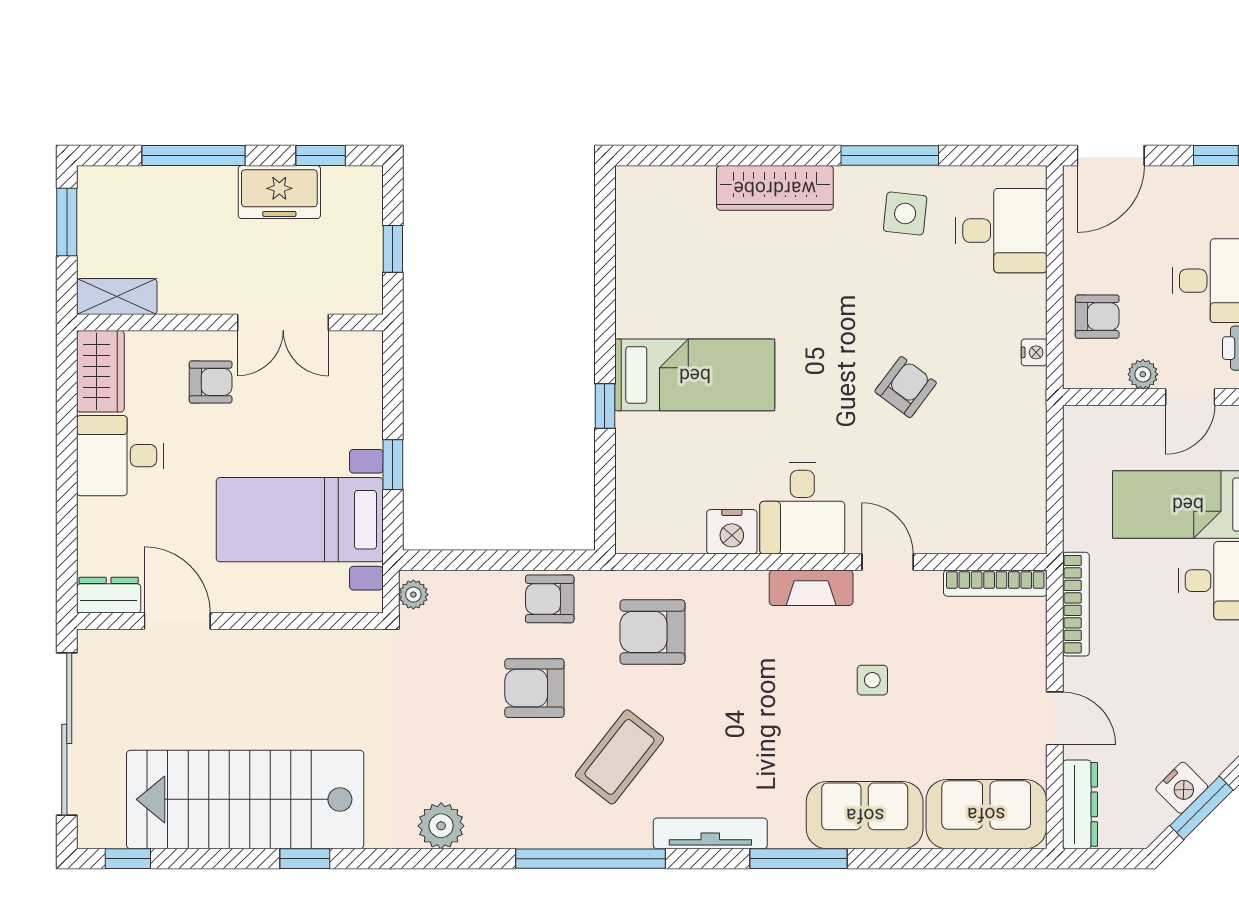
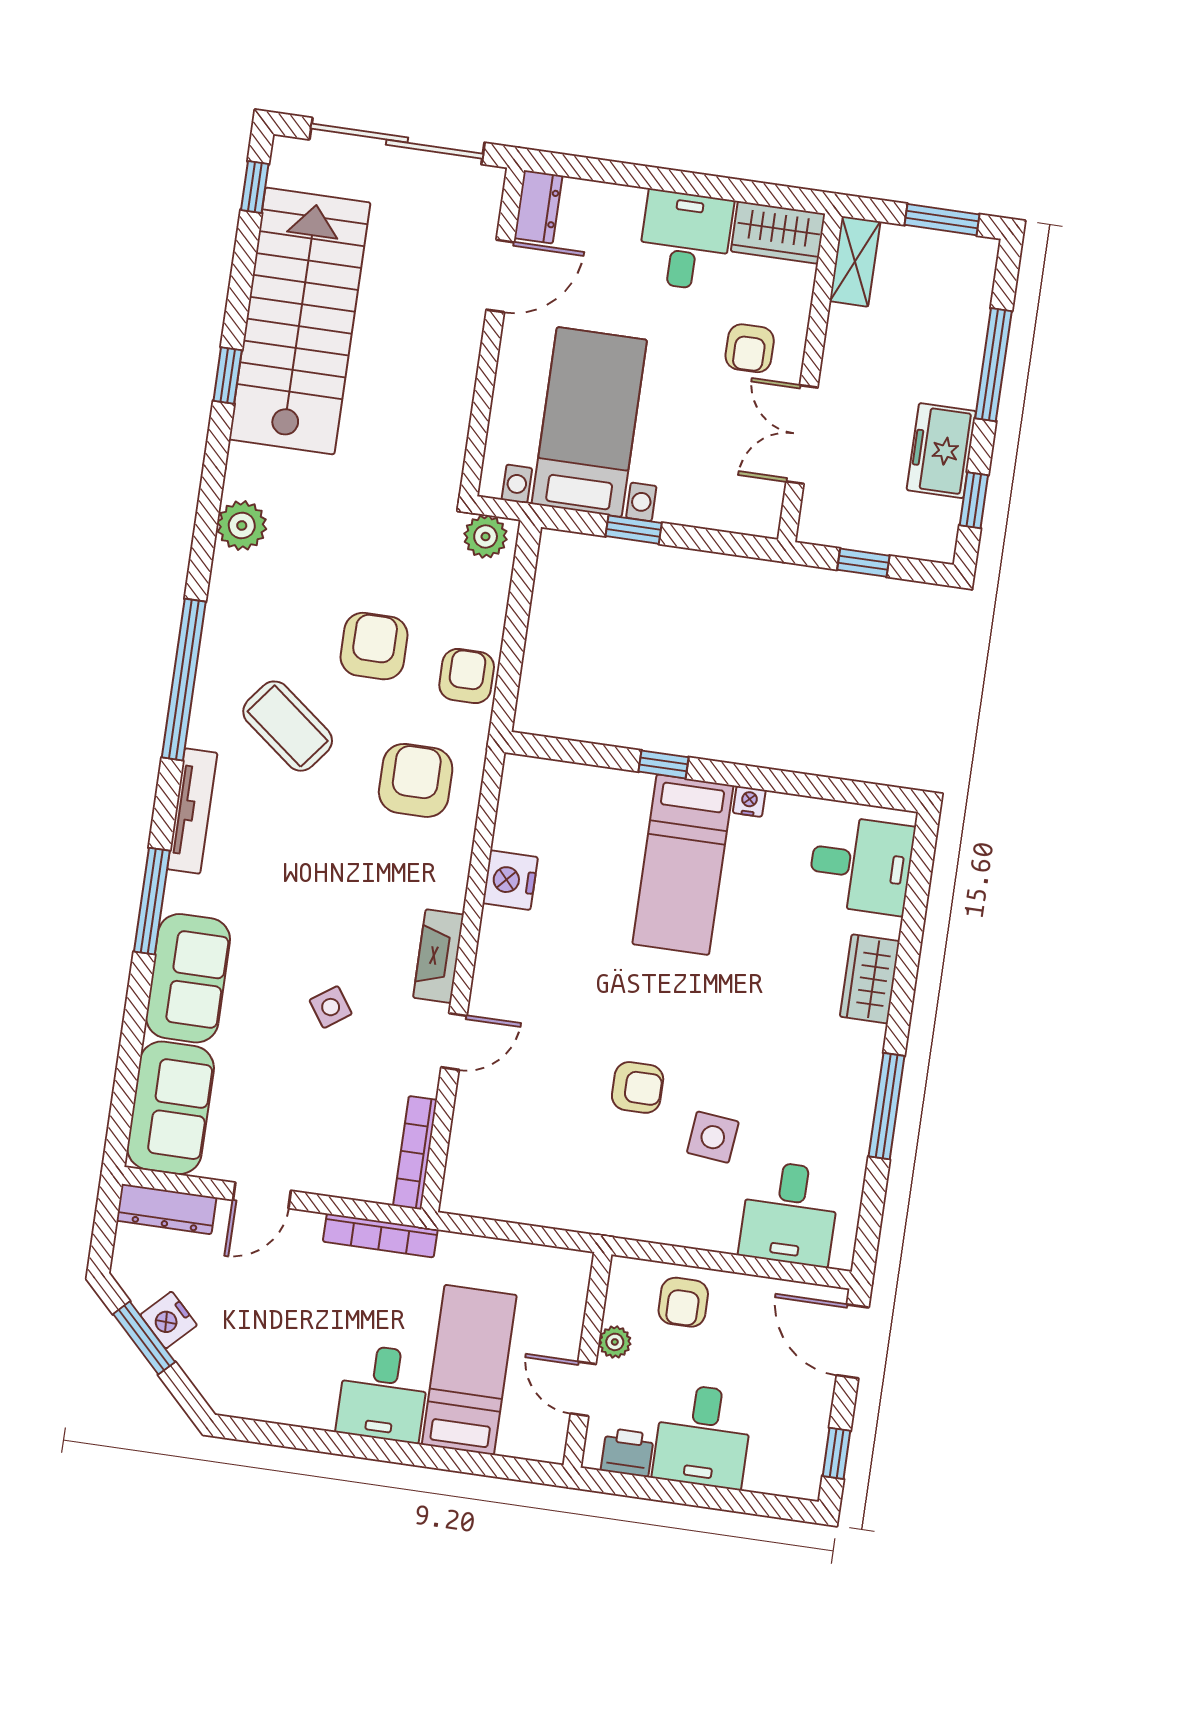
wardrobe: (775, 188) -> (870, 979), width x0.67
side table: (905, 213) -> (713, 1137), moved
nightstand: (1034, 352) -> (749, 801), moved, turned 180
armchair: (906, 387) -> (638, 1087), turned -37
desk: (802, 509) -> (861, 865), moved, turned 180
plant: (413, 595) -> (486, 537), width x1.38, depth x1.38
side table: (872, 680) -> (331, 1007), turned -35

